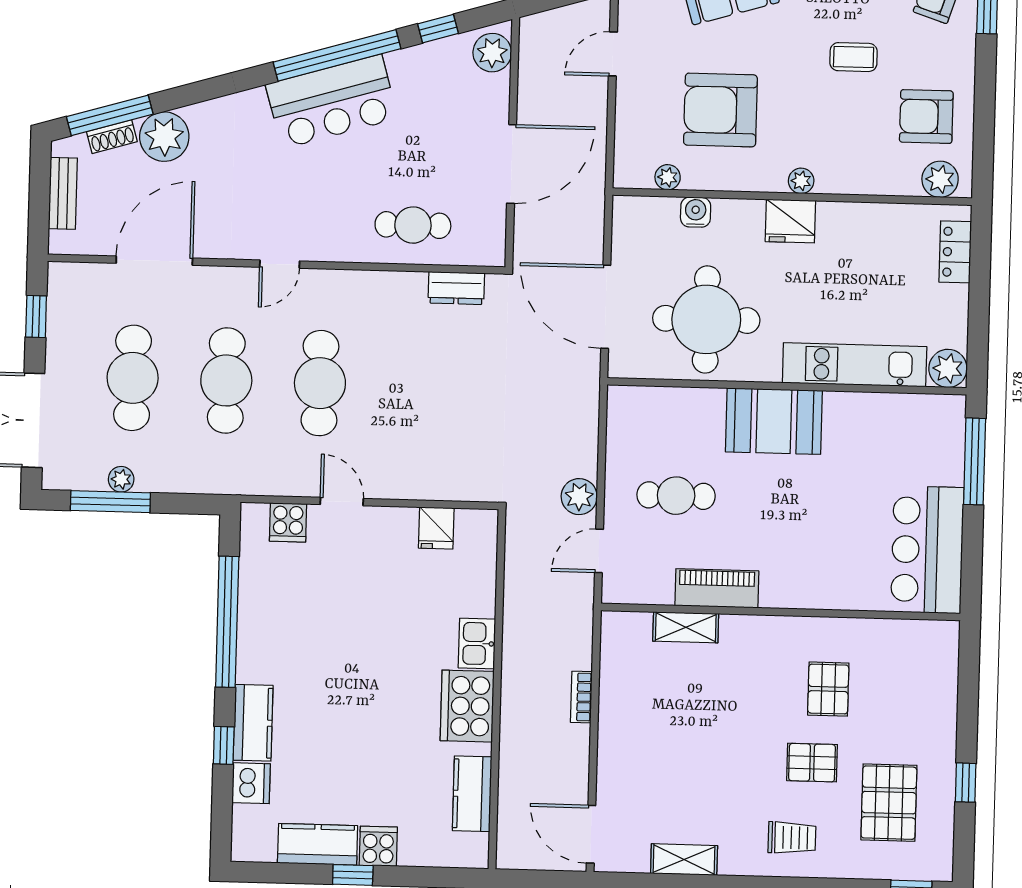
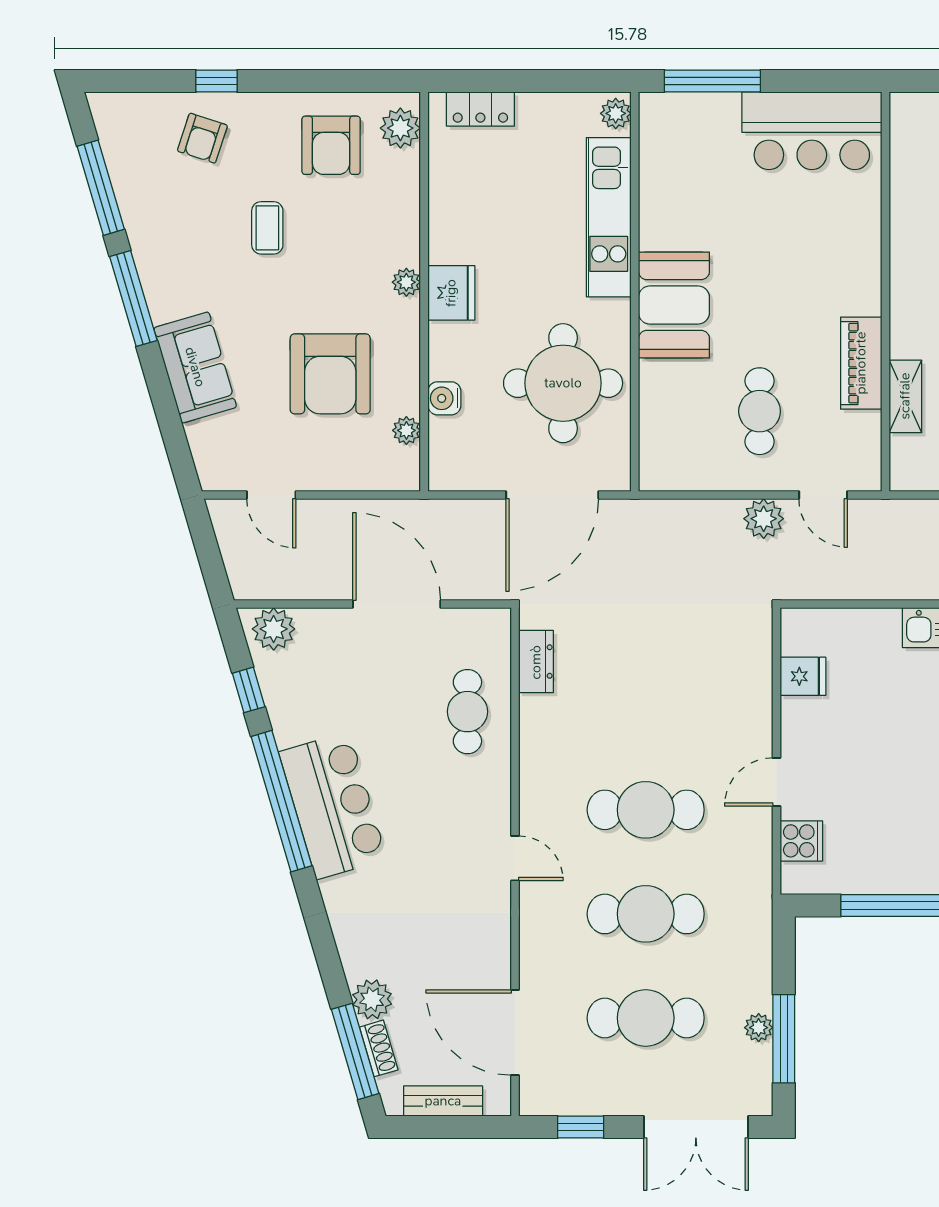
plant: (164, 137) -> (372, 999), width x0.73, depth x0.73
door: (154, 261) -> (515, 1033), moved
plant: (948, 368) -> (616, 113), width x0.73, depth x0.73

